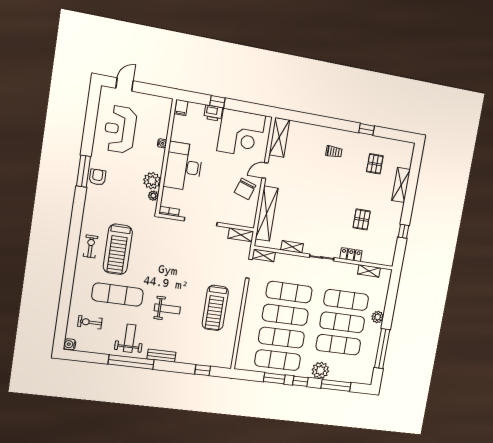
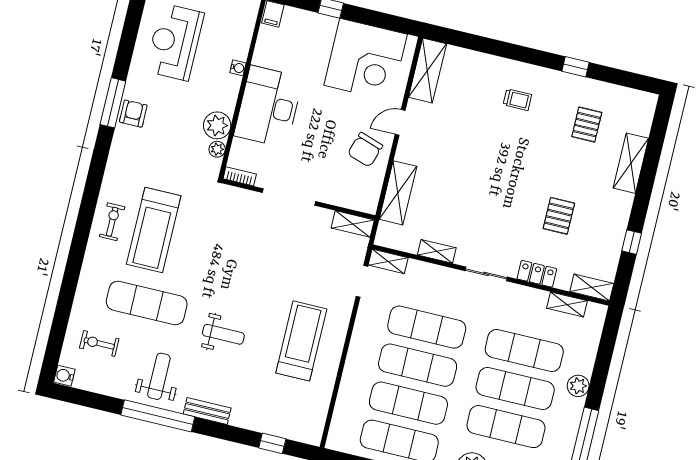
printer: (213, 113) -> (323, 25), removed
shelving: (267, 214) -> (398, 193), width x0.68
shelving: (382, 260) -> (592, 288), added
treadmill: (215, 308) -> (301, 341), turned 180

